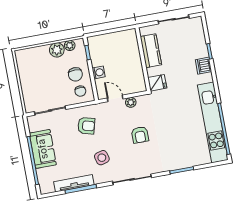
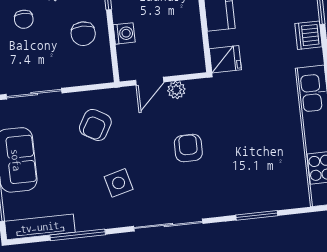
chair: (80, 91) -> (24, 19), moved
door: (115, 98) -> (150, 81), swing flipped
armchair: (86, 126) -> (95, 125), turned 105
armchair: (140, 135) -> (188, 148), turned 180
tv unit: (74, 183) -> (40, 227), moved

